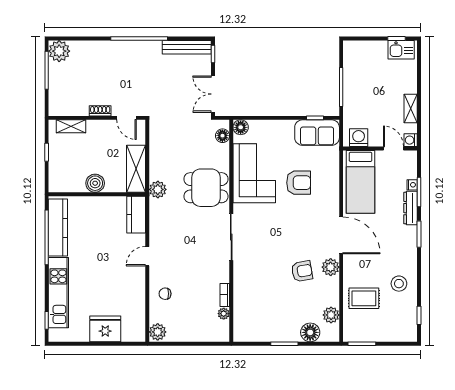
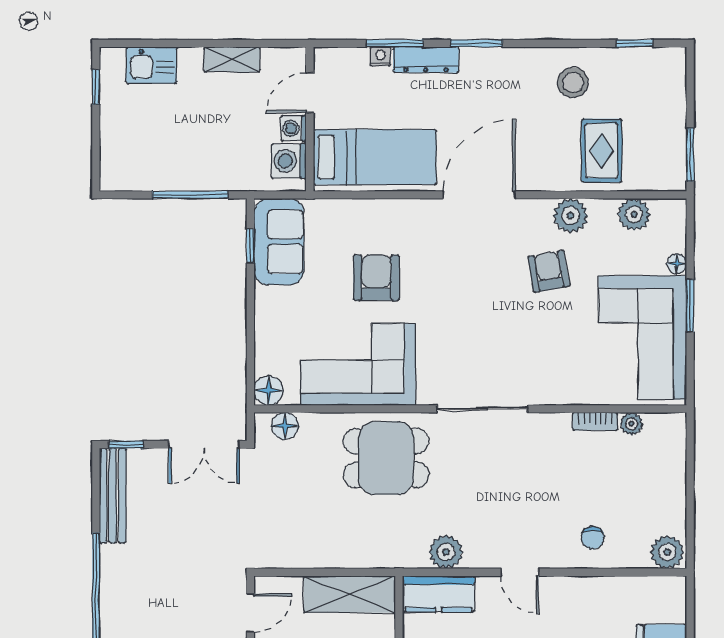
kitchen sink: (401, 50) -> (151, 65), moved, turned 90
washing machine: (411, 140) -> (294, 128), moved, turned 90
dining table: (206, 188) -> (386, 458), turned 90
plant: (158, 189) -> (446, 552), moved
plant: (331, 267) -> (571, 216), moved
corner sofa: (268, 319) -> (642, 338), added
floor lamp: (310, 332) -> (677, 264), width x0.53, depth x0.53

